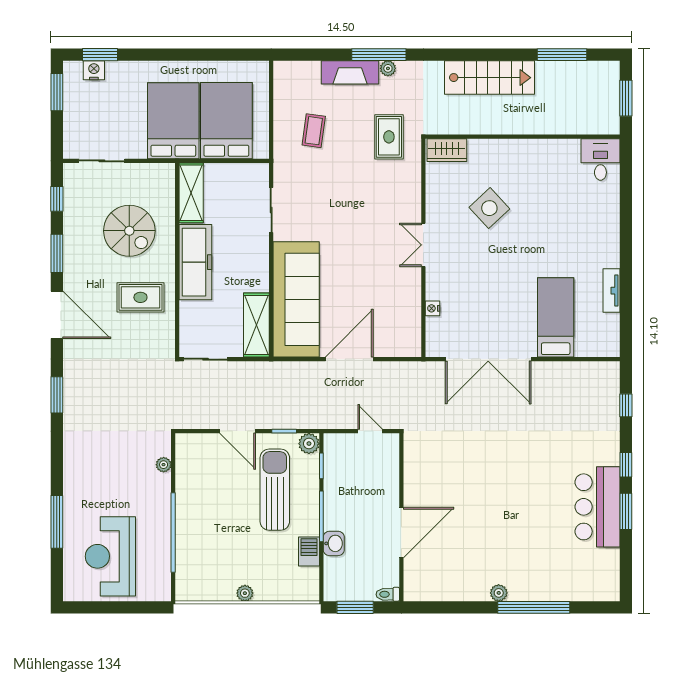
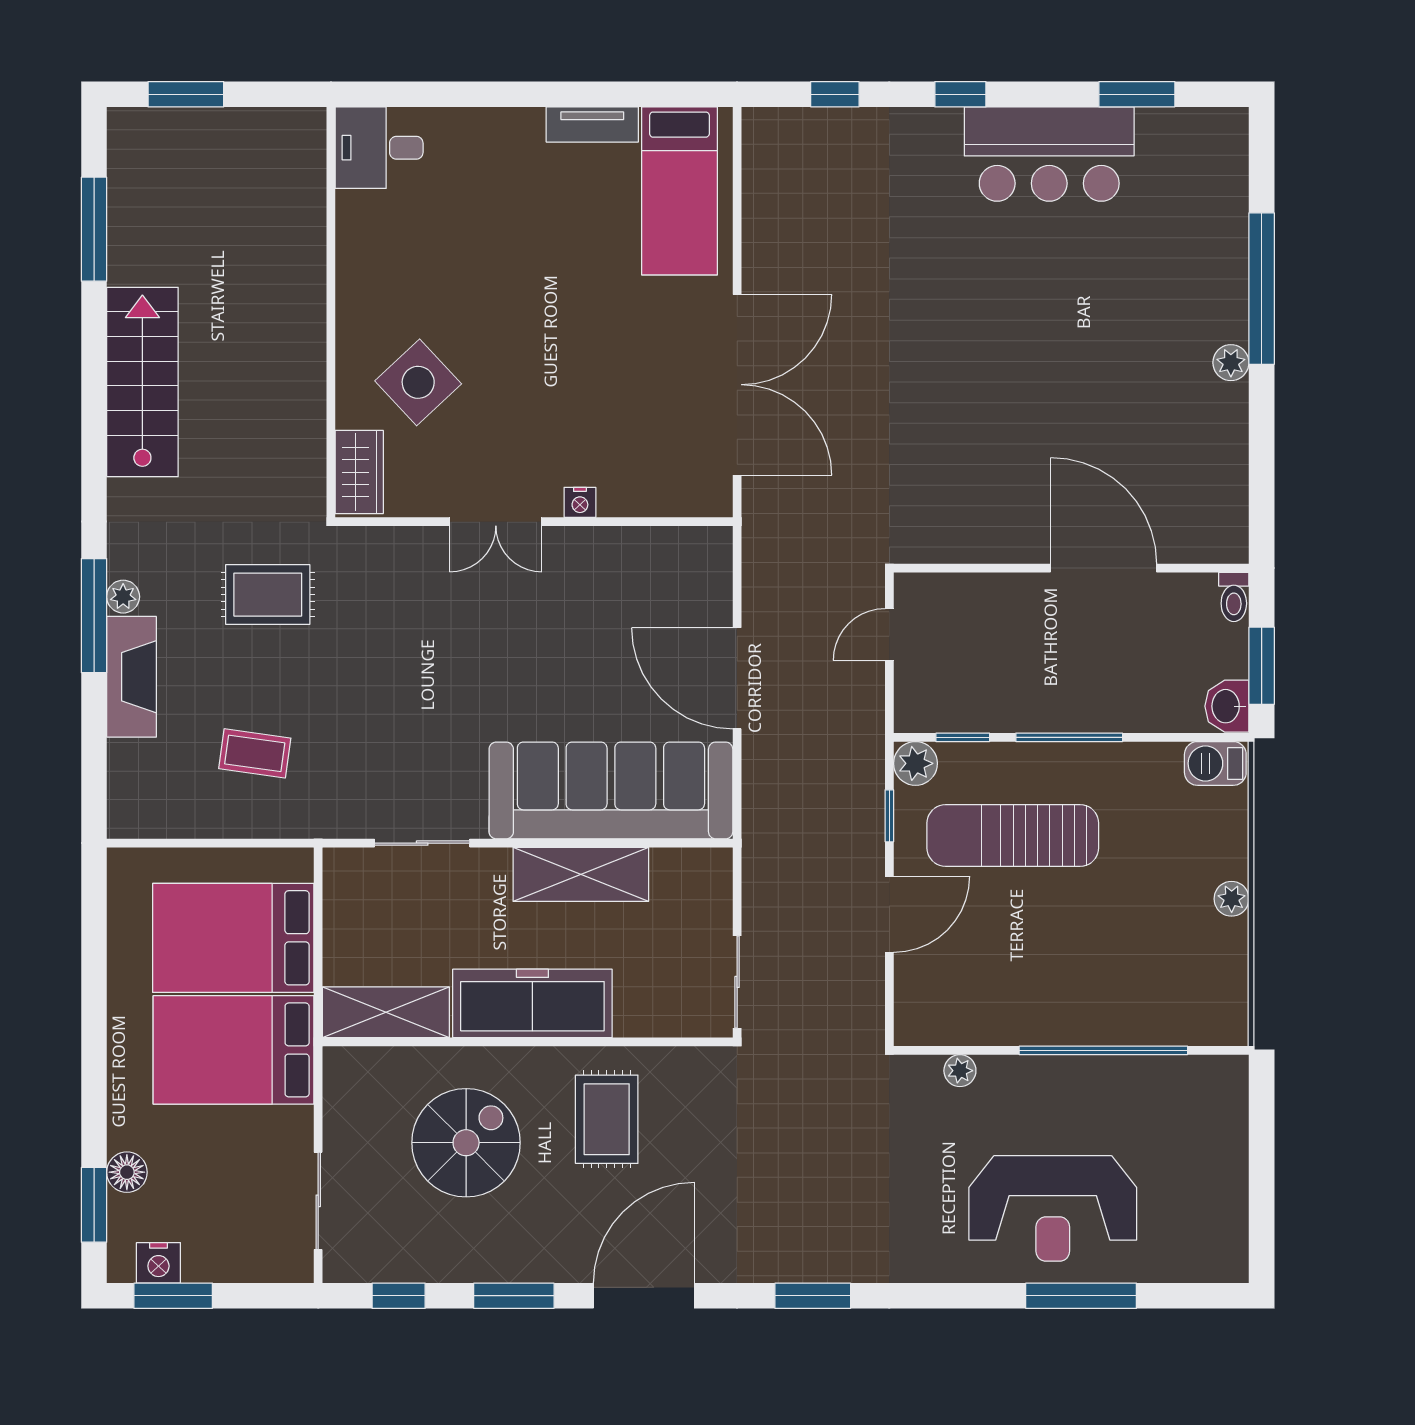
nightstand: (94, 70) -> (158, 1263), moved, turned -90
floor lamp: (115, 70) -> (127, 1172), added
wall: (523, 137) -> (331, 312), moved
wardrobe: (447, 150) -> (359, 472), moved
desk: (600, 160) -> (379, 148), moved
nightstand: (433, 308) -> (580, 502), moved
bed: (556, 317) -> (679, 191), moved, turned -90
shelving: (256, 325) -> (581, 874), moved
window: (626, 511) -> (1137, 94), moved
washbasin: (334, 543) -> (1227, 706), moved, turned -90
barbecue: (309, 552) -> (1215, 763), moved
reception desk: (110, 556) -> (1053, 1208), moved

